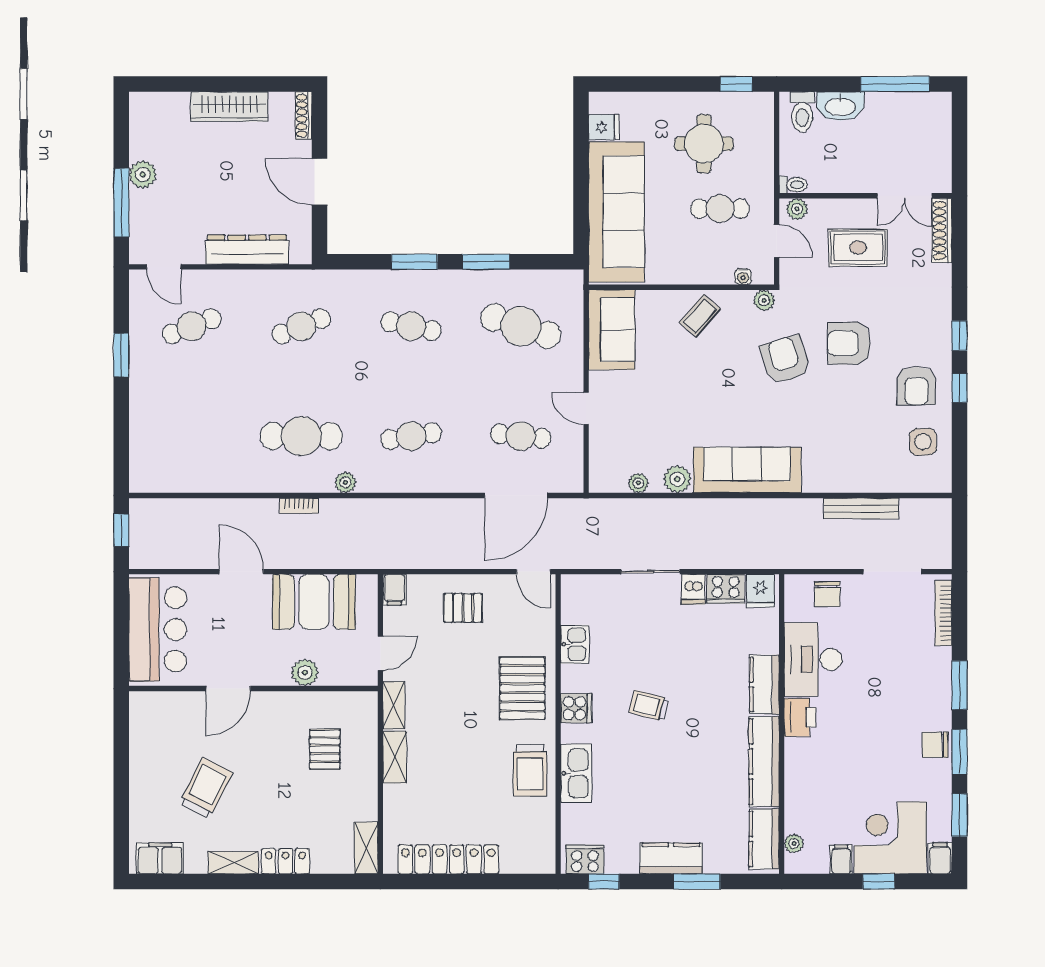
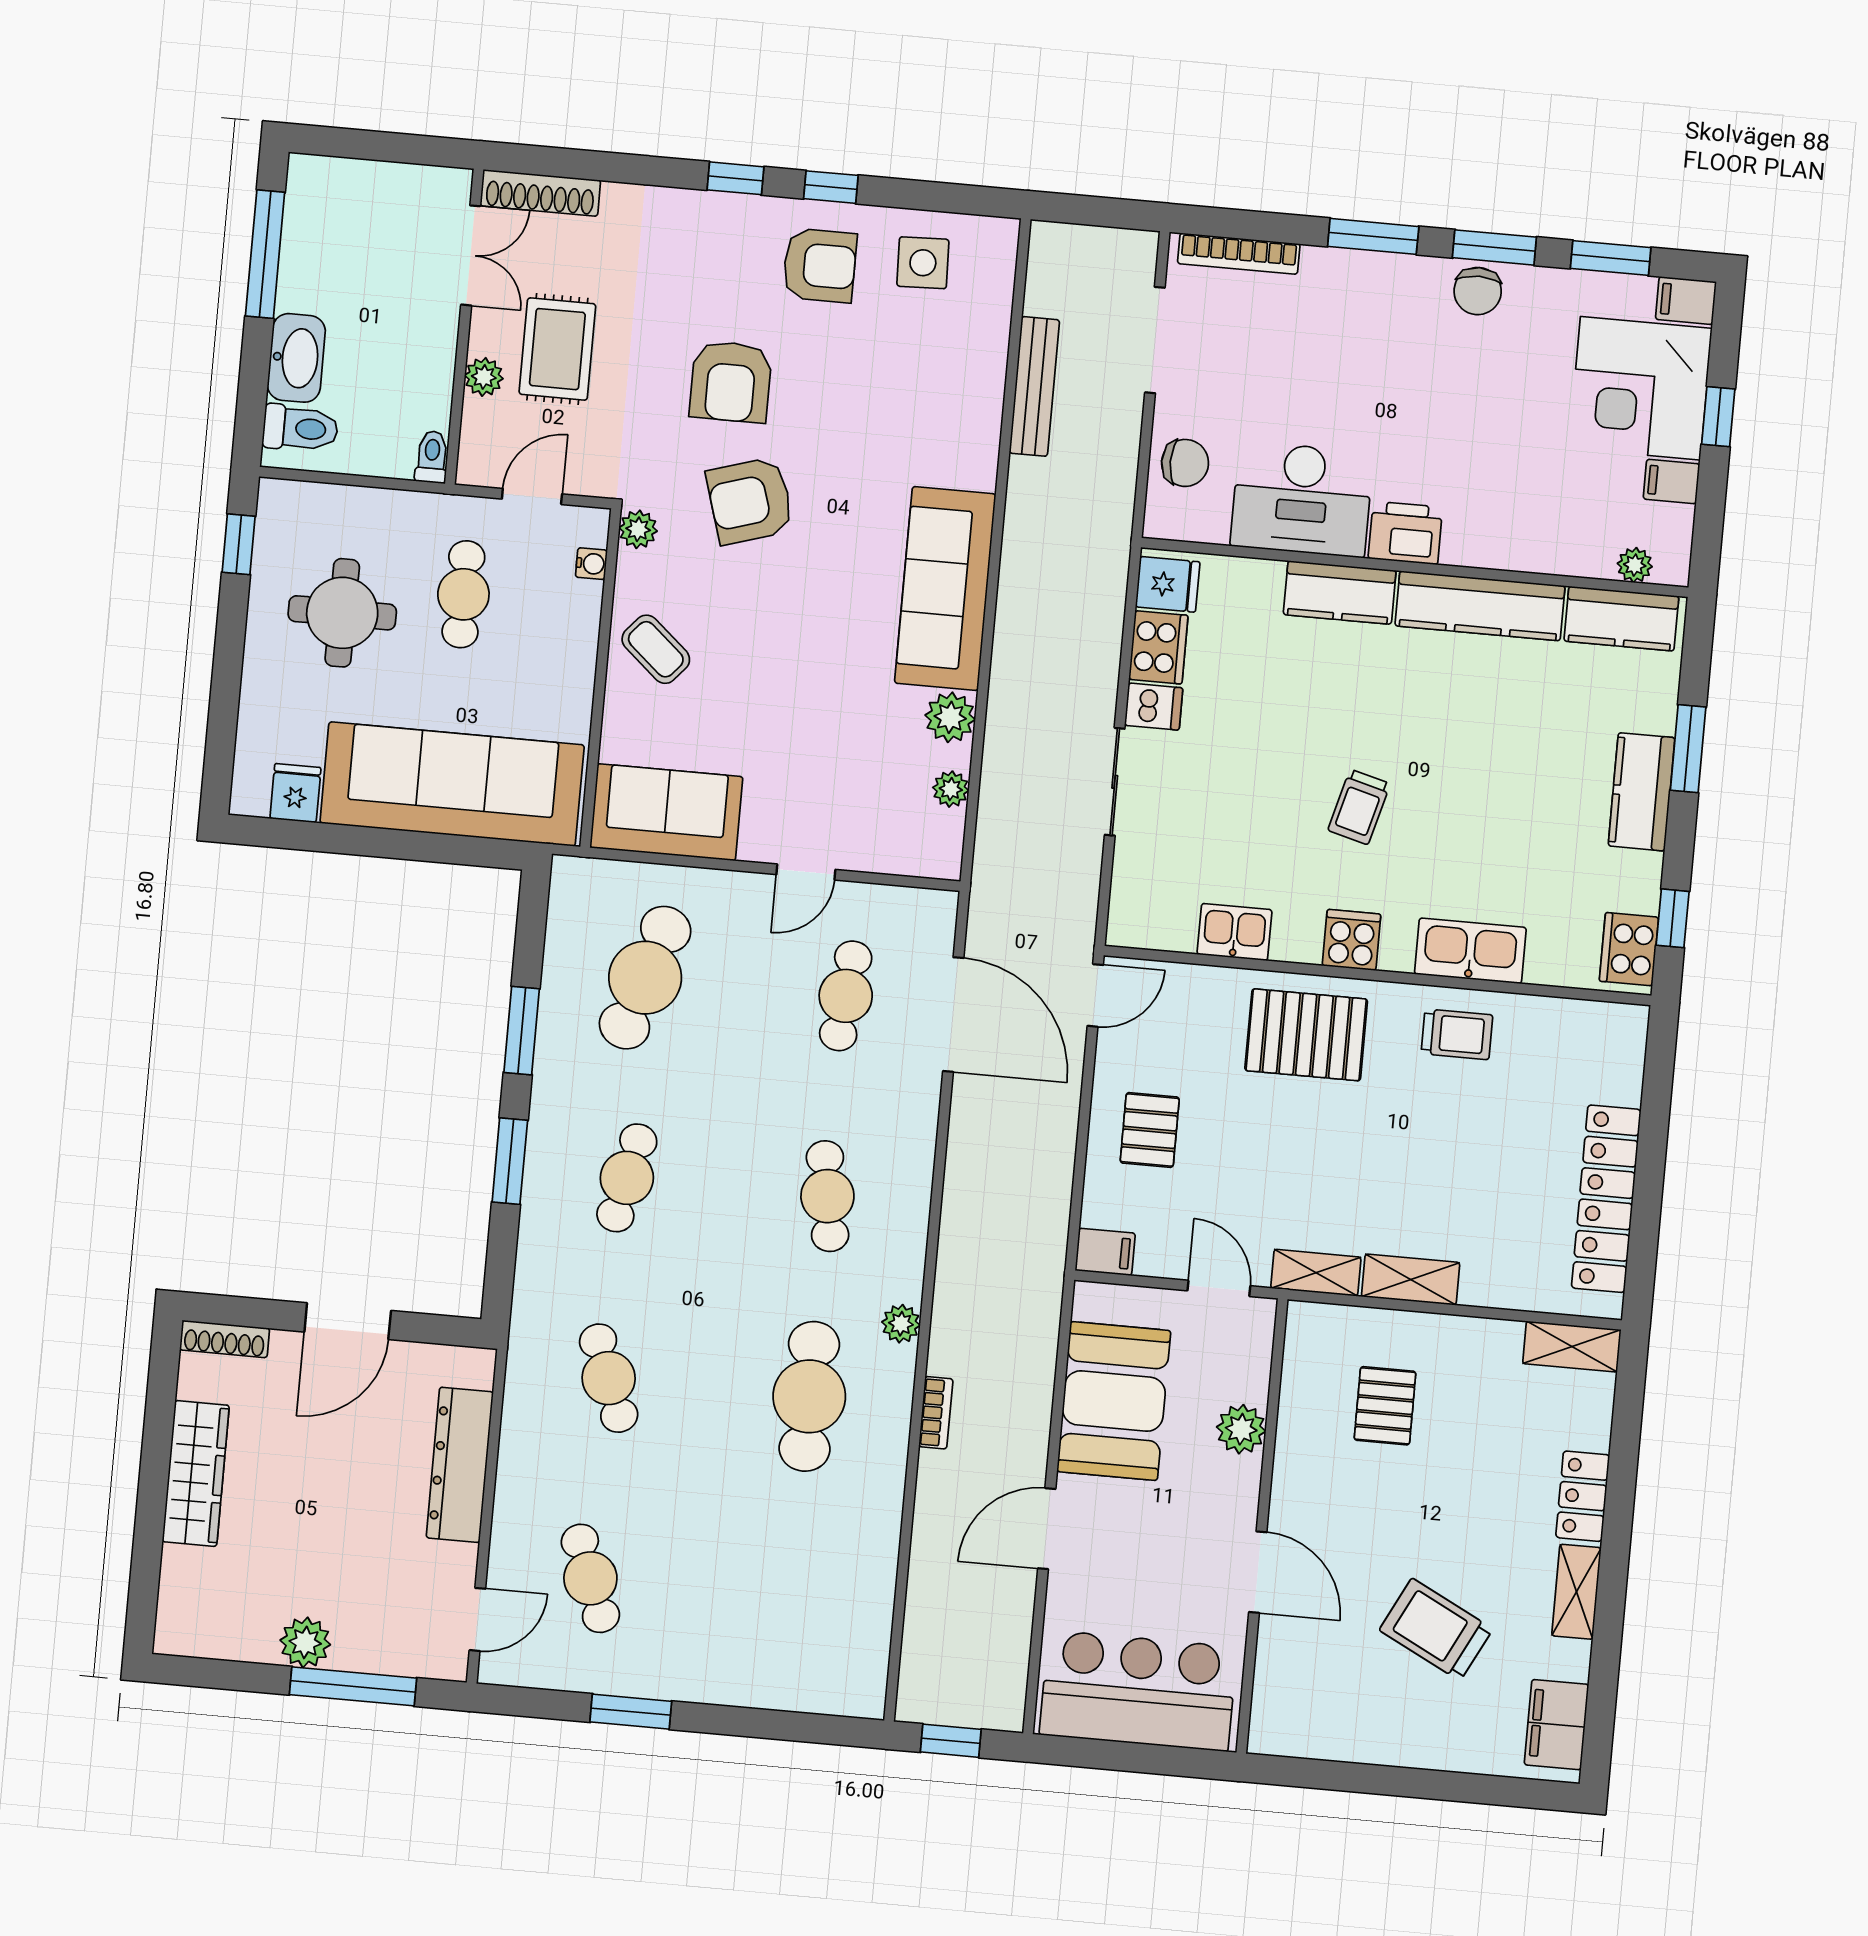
plant: (797, 209) -> (484, 377), moved
pallet: (325, 749) -> (1385, 1406), turned 90
trolley: (530, 770) -> (1457, 1034), width x0.73, depth x0.72

